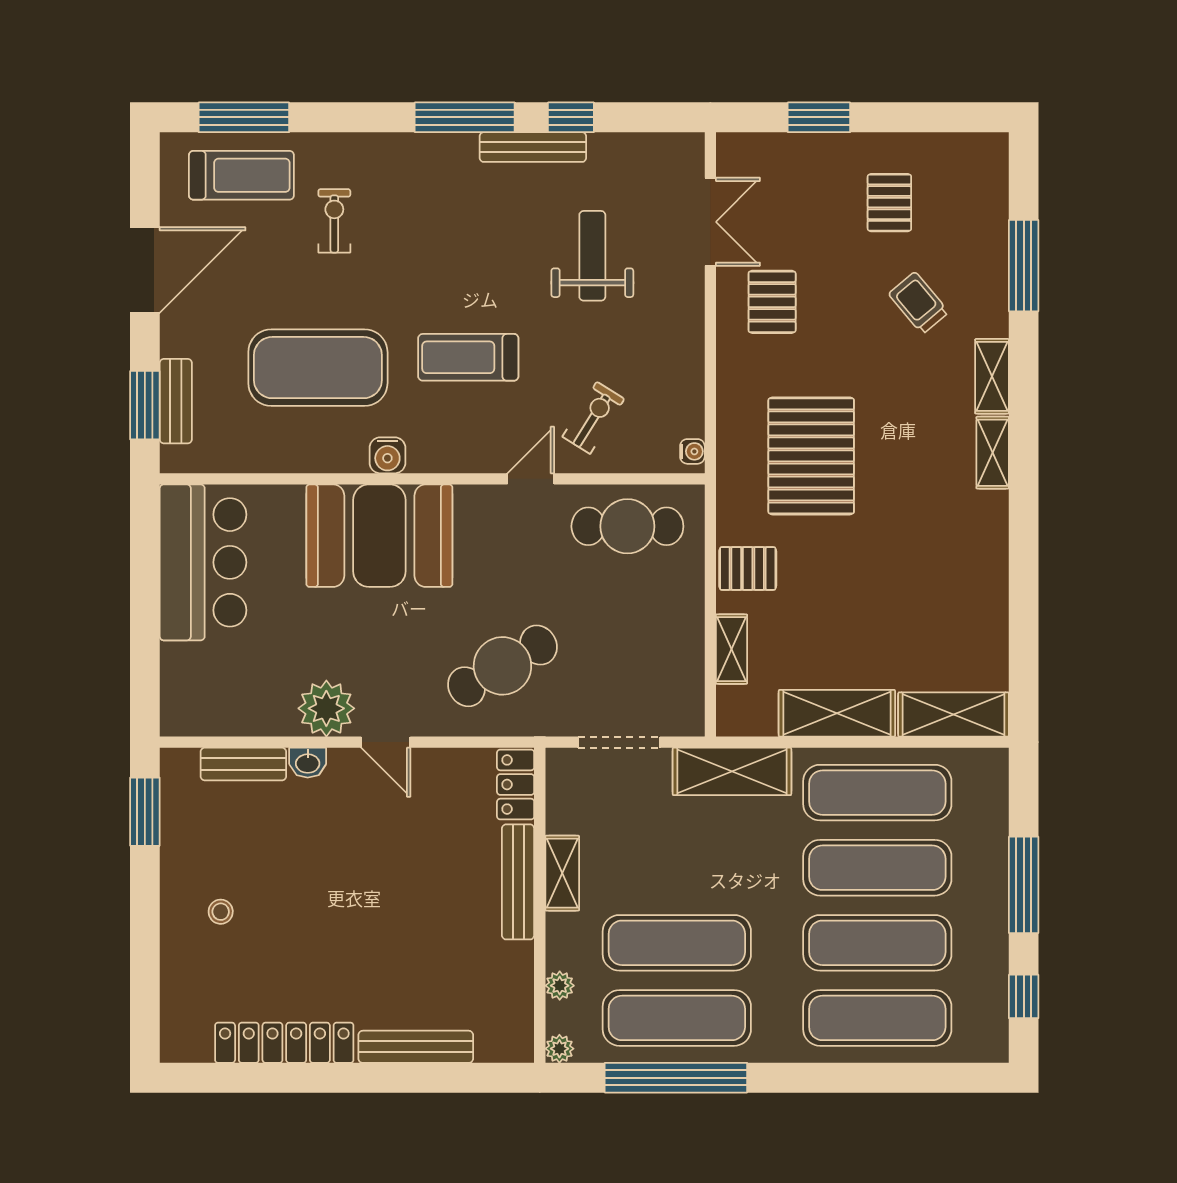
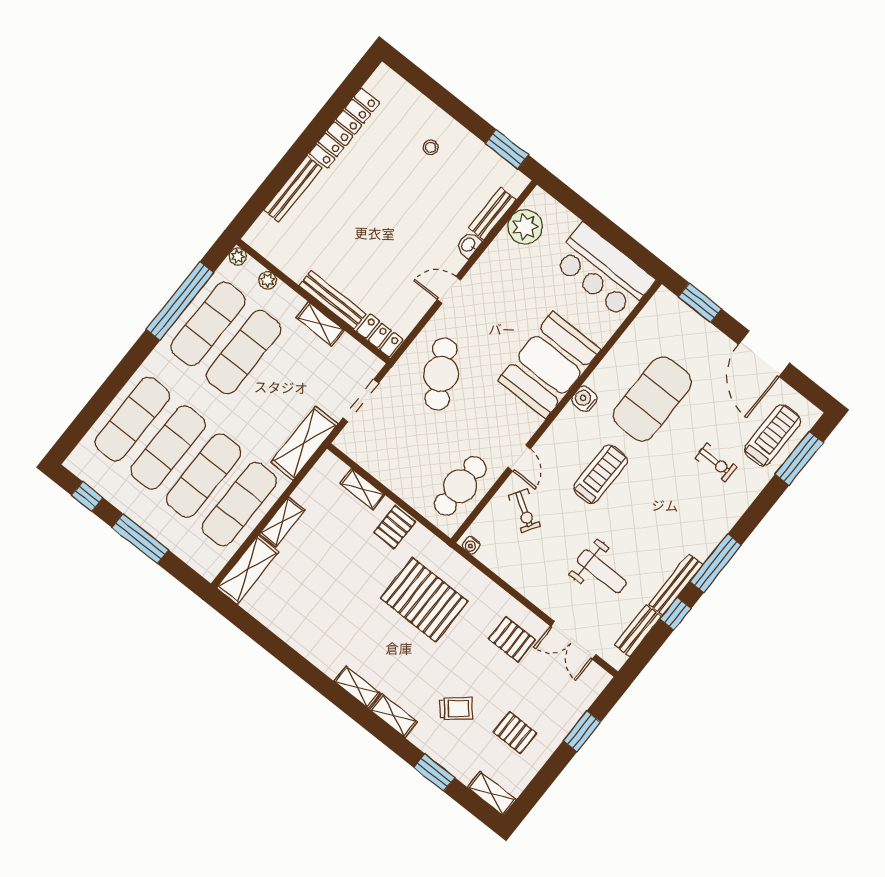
shelving: (992, 170) -> (492, 793), added
treadmill: (241, 175) -> (773, 435), turned 180
window: (1024, 266) -> (434, 773), width x0.69
bench: (176, 401) -> (638, 631), moved, turned 90
plant: (326, 708) -> (525, 227), moved
shelving: (837, 713) -> (282, 522), width x0.67, depth x0.75

